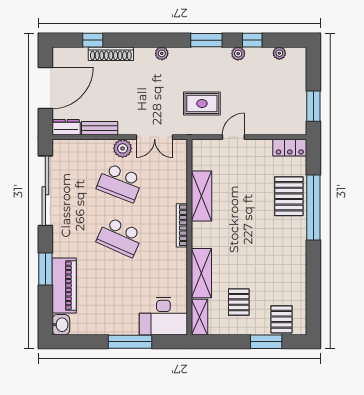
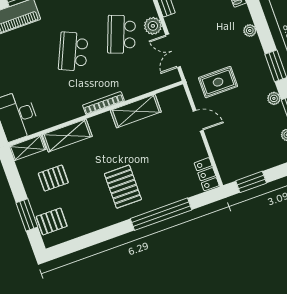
rug: (202, 103) -> (218, 82), turned 90
pallet: (289, 196) -> (123, 187), moved, turned 90

